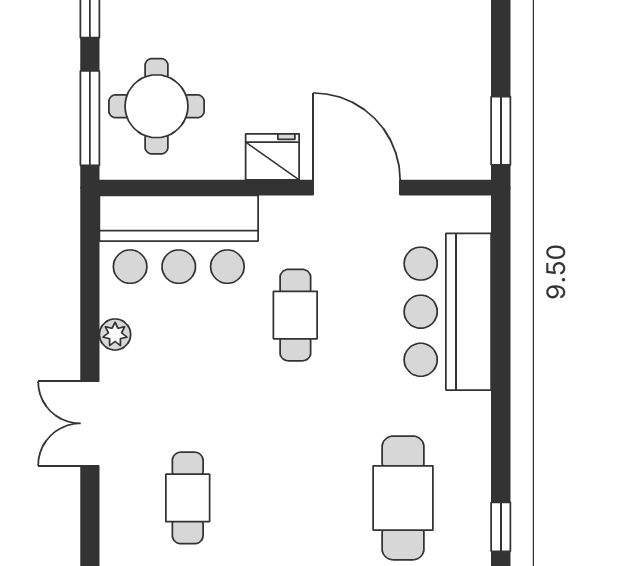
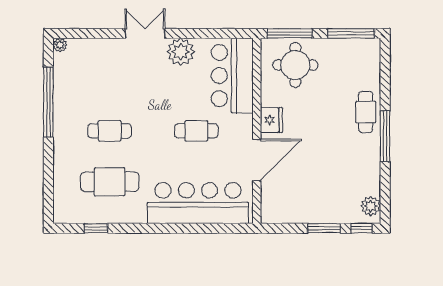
window: (501, 131) -> (324, 228), moved
bar counter: (448, 312) -> (198, 203), width x1.36
plant: (115, 334) -> (181, 52), width x1.87, depth x1.87
cafe table: (188, 498) -> (110, 131), moved

